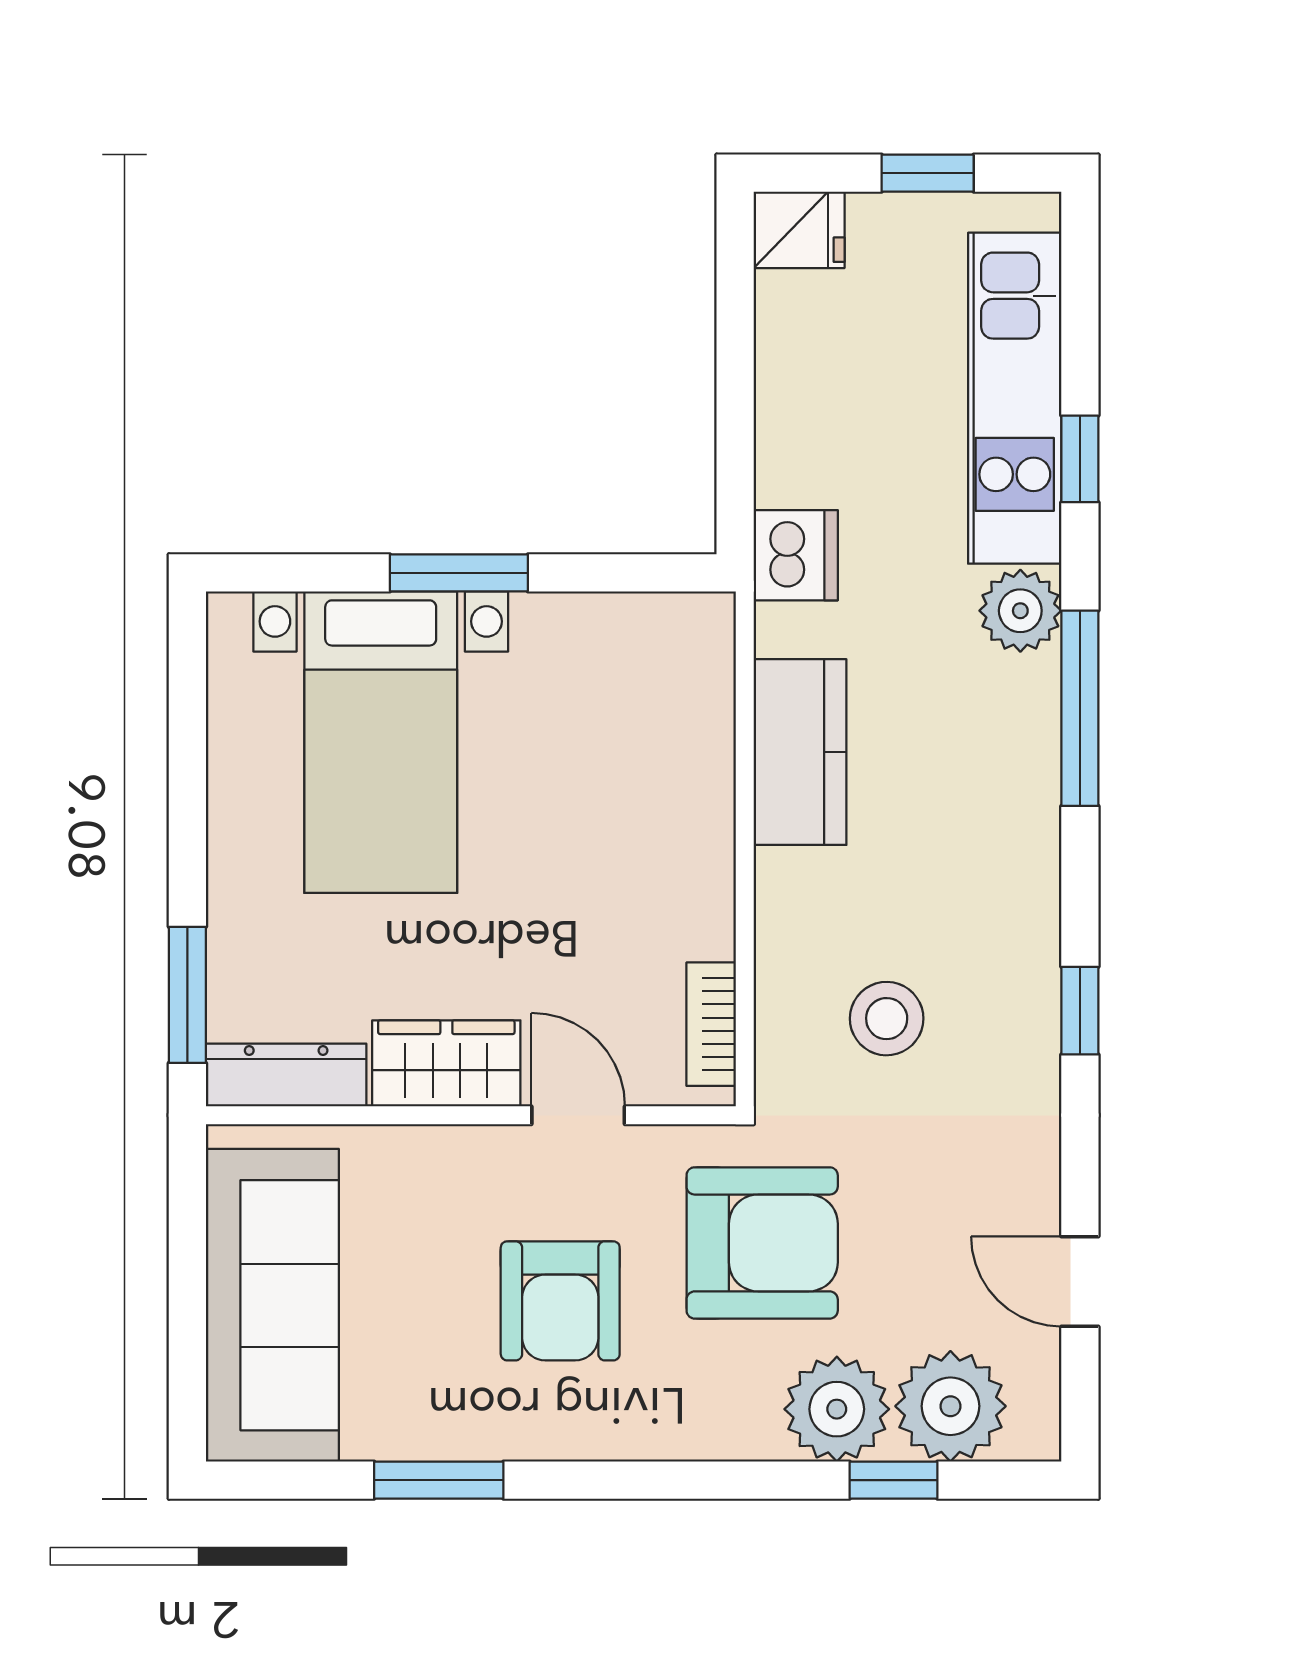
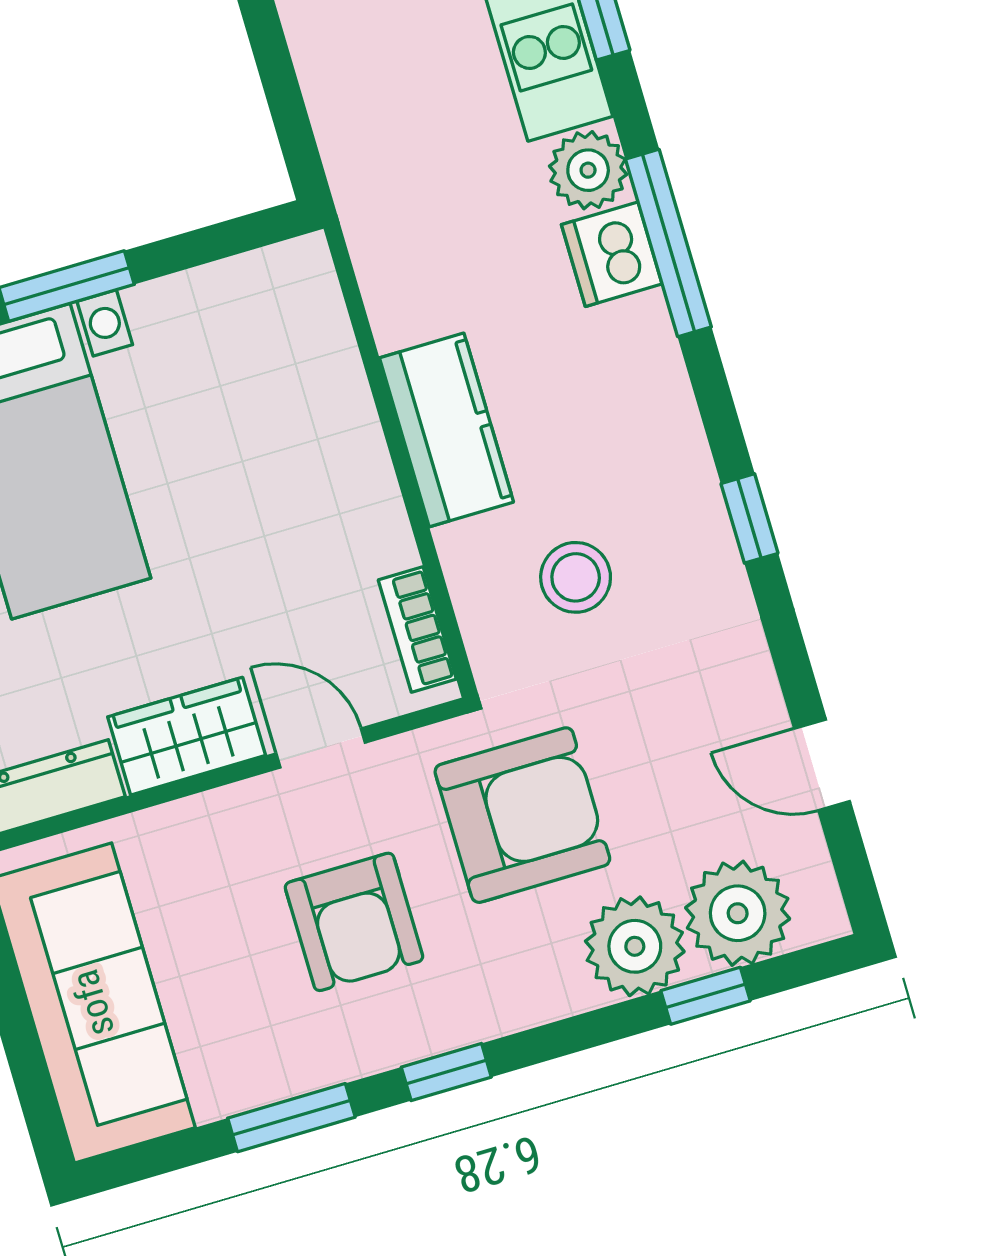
dishwasher: (796, 555) -> (612, 254), moved, turned 180
kitchen counter: (800, 752) -> (446, 430), moved
window: (609, 1480) -> (446, 1072), added

